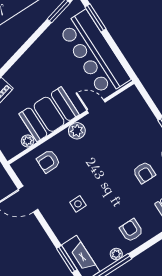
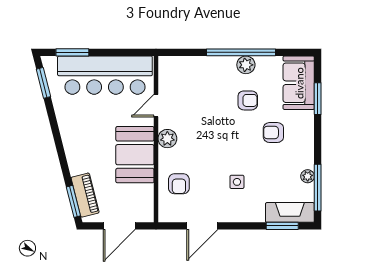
plant: (28, 141) -> (147, 191), removed
armchair: (131, 230) -> (273, 133), moved

